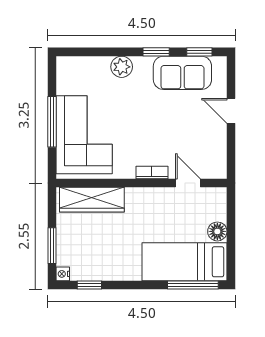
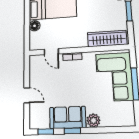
sofa: (182, 73) -> (68, 117), moved

